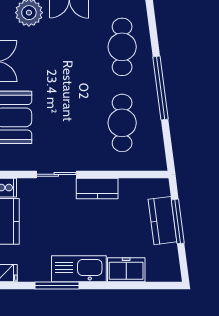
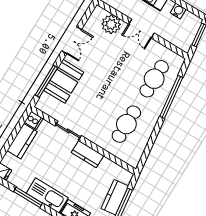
window: (161, 88) -> (171, 97), moved

